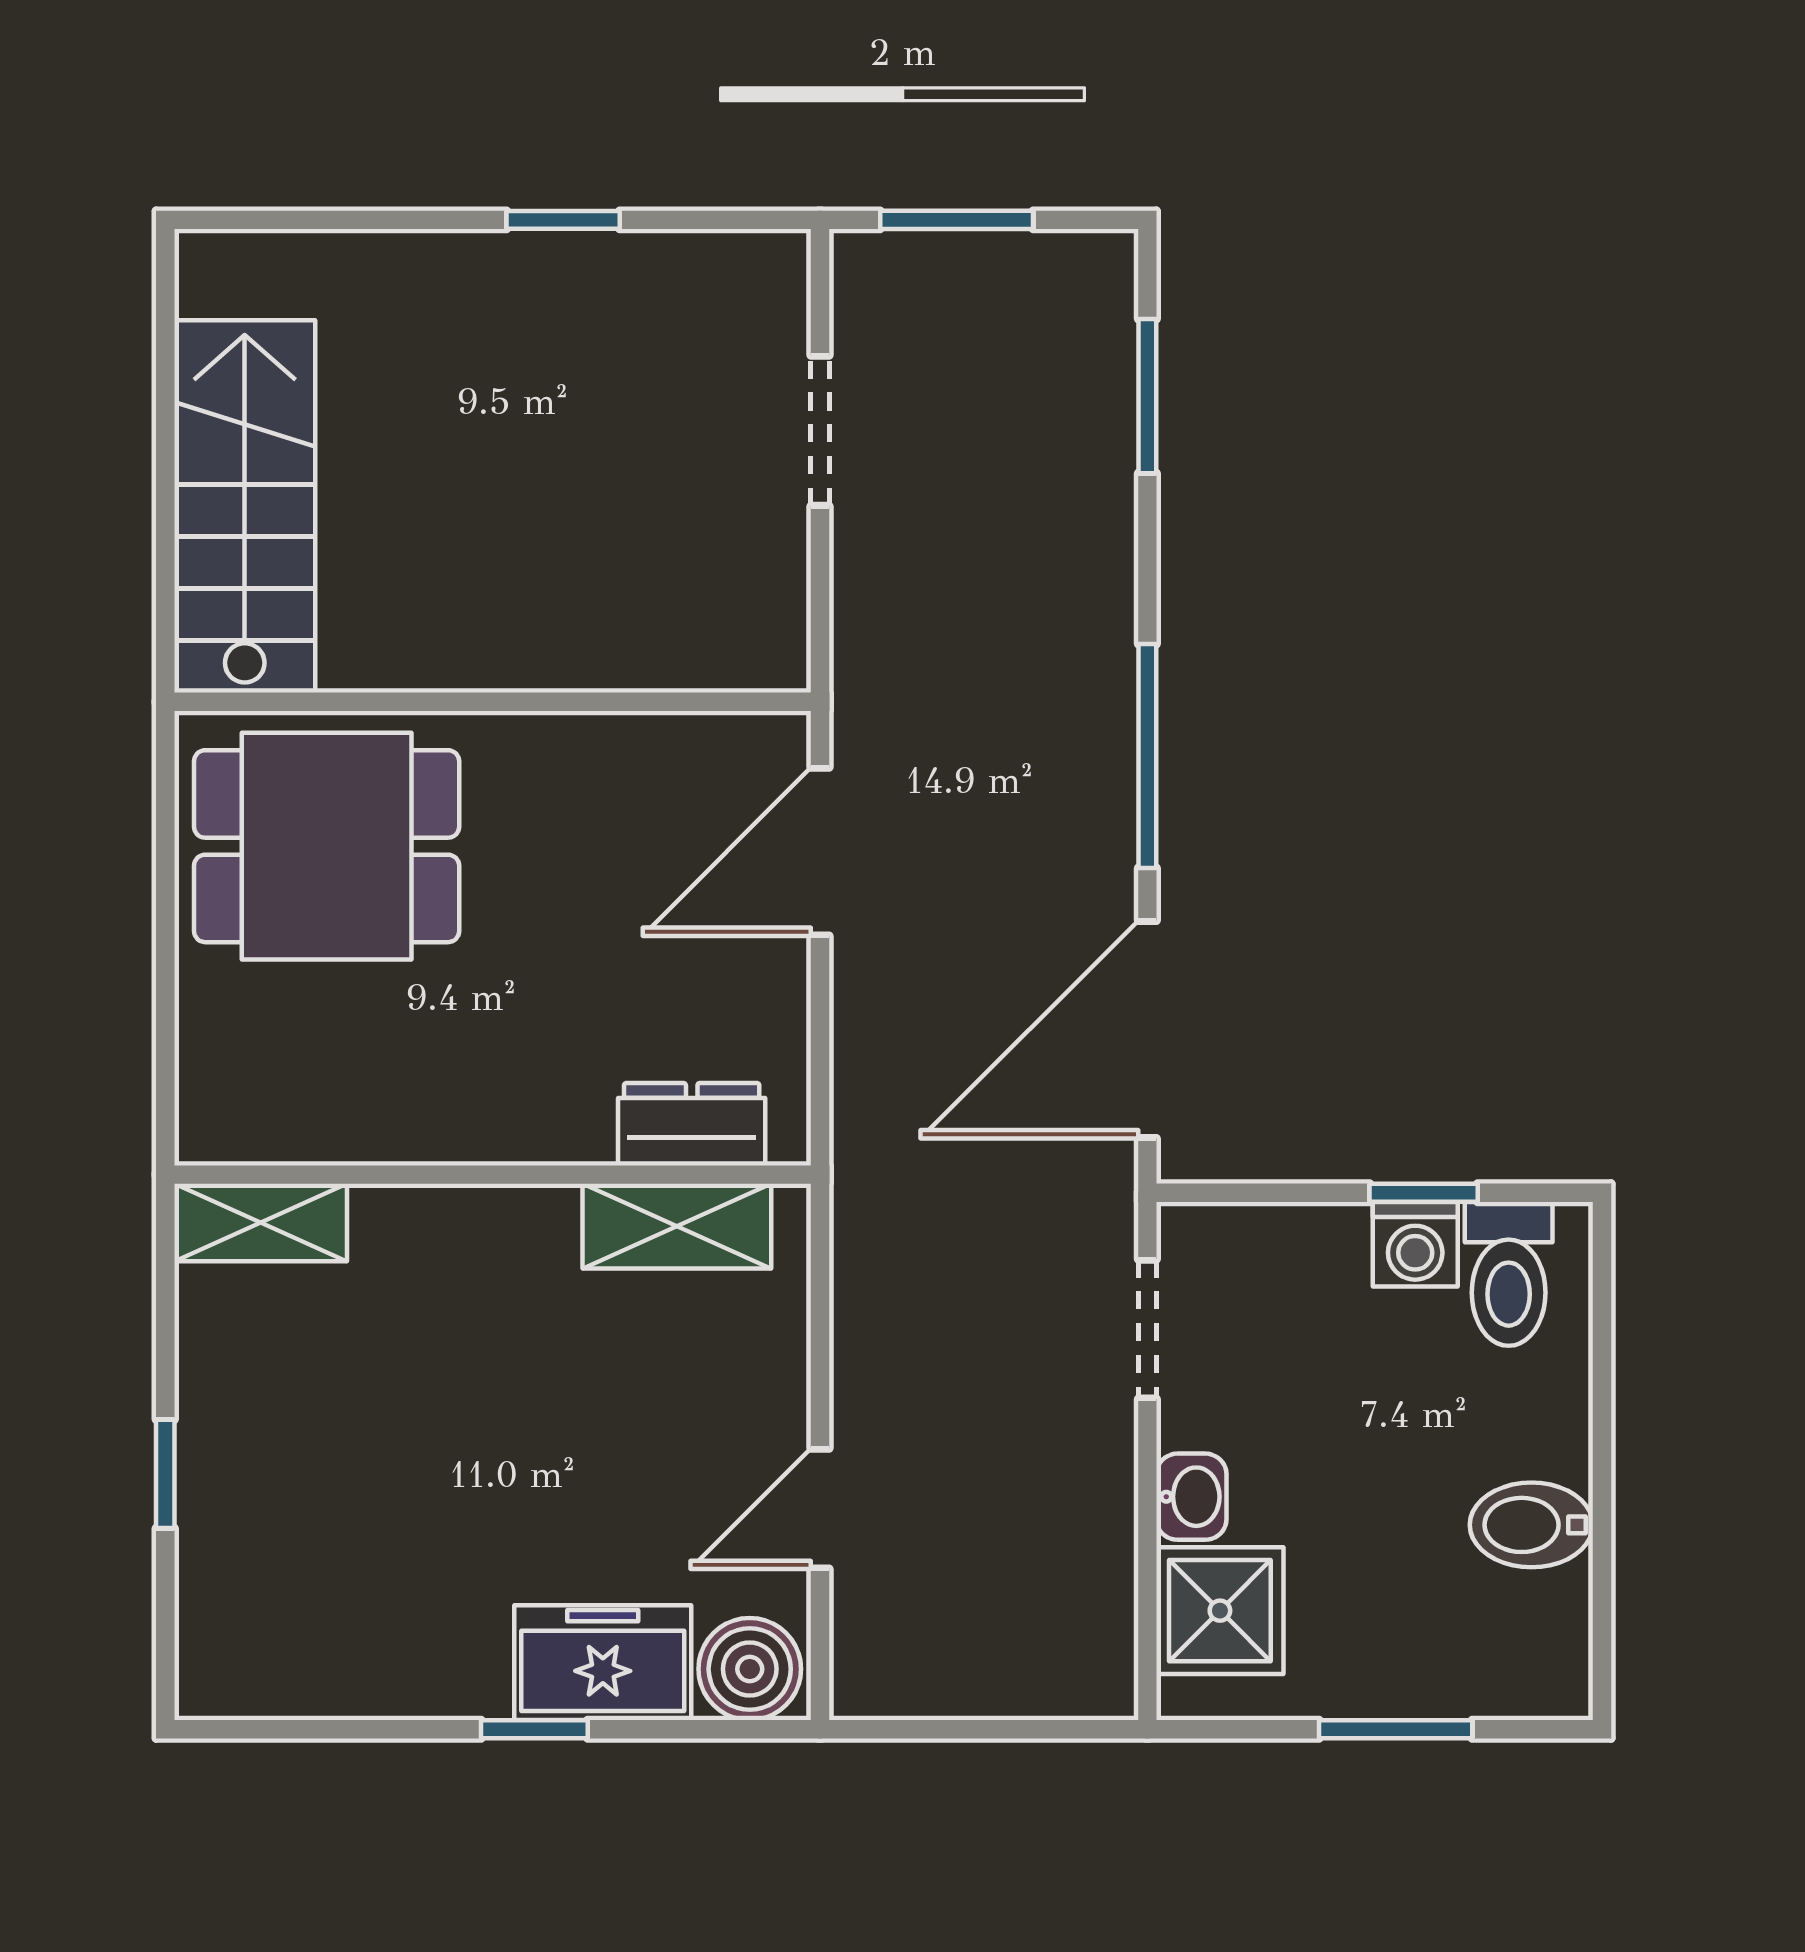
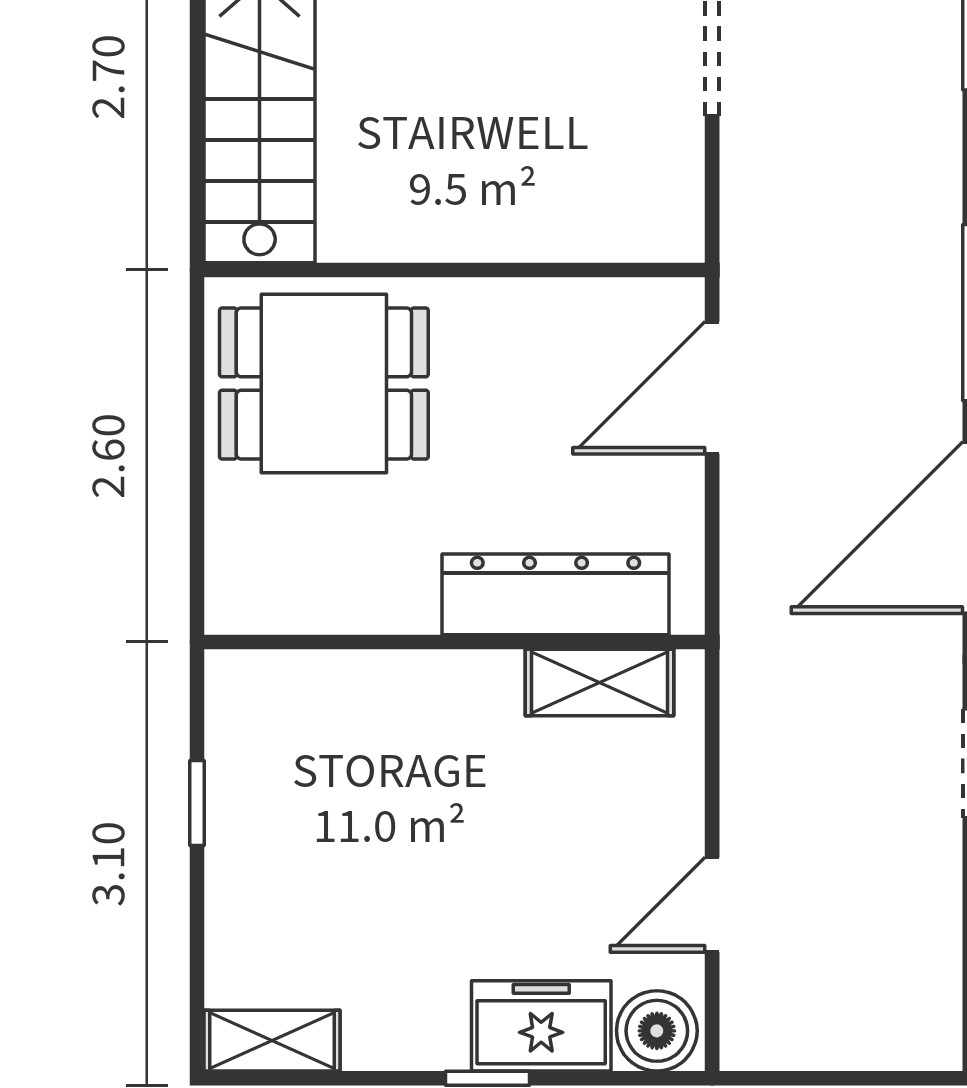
dresser: (692, 1124) -> (556, 594), width x1.96, depth x1.24
shelving: (261, 1223) -> (272, 1041), moved
window: (165, 1474) -> (197, 803), moved

